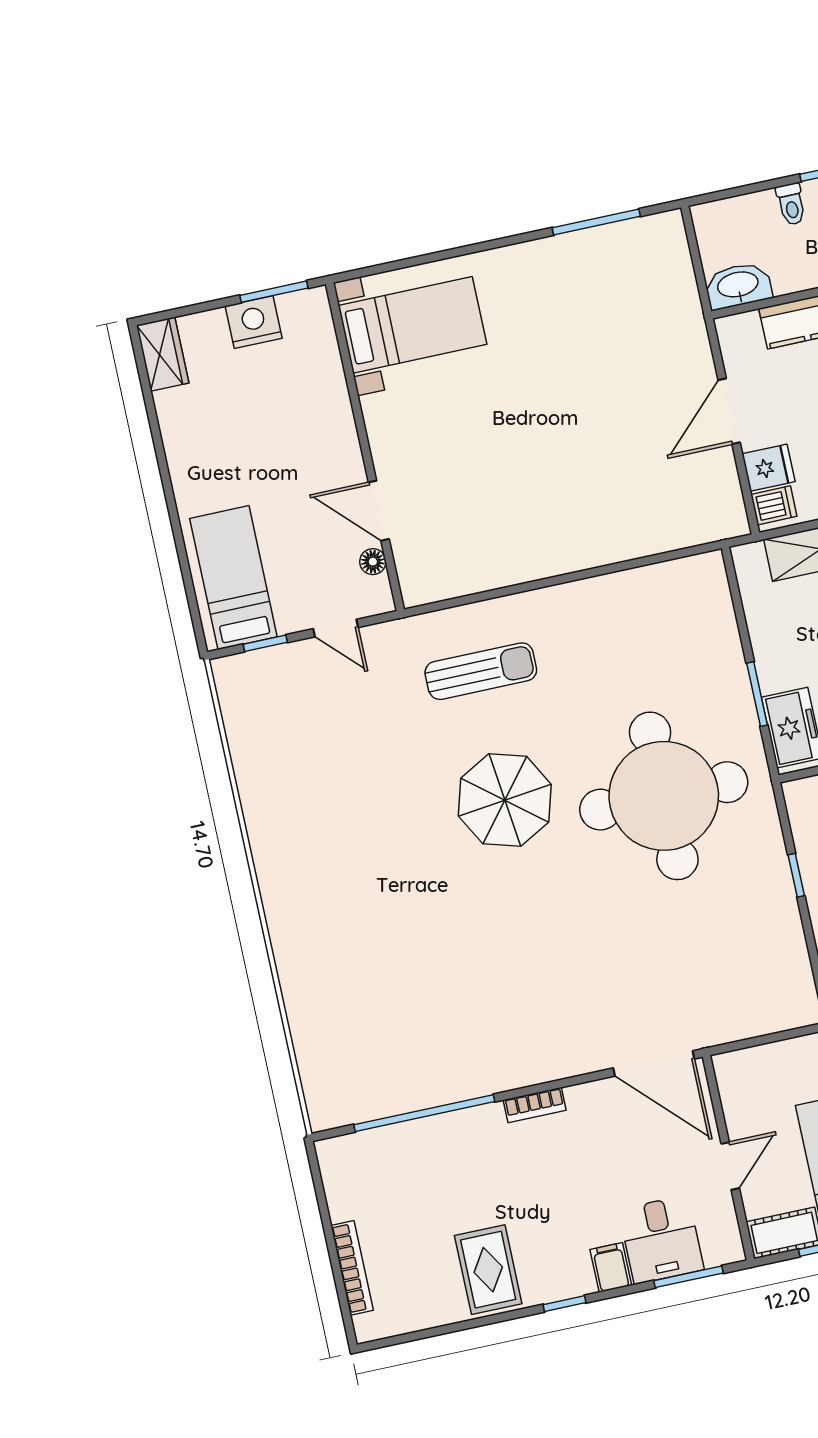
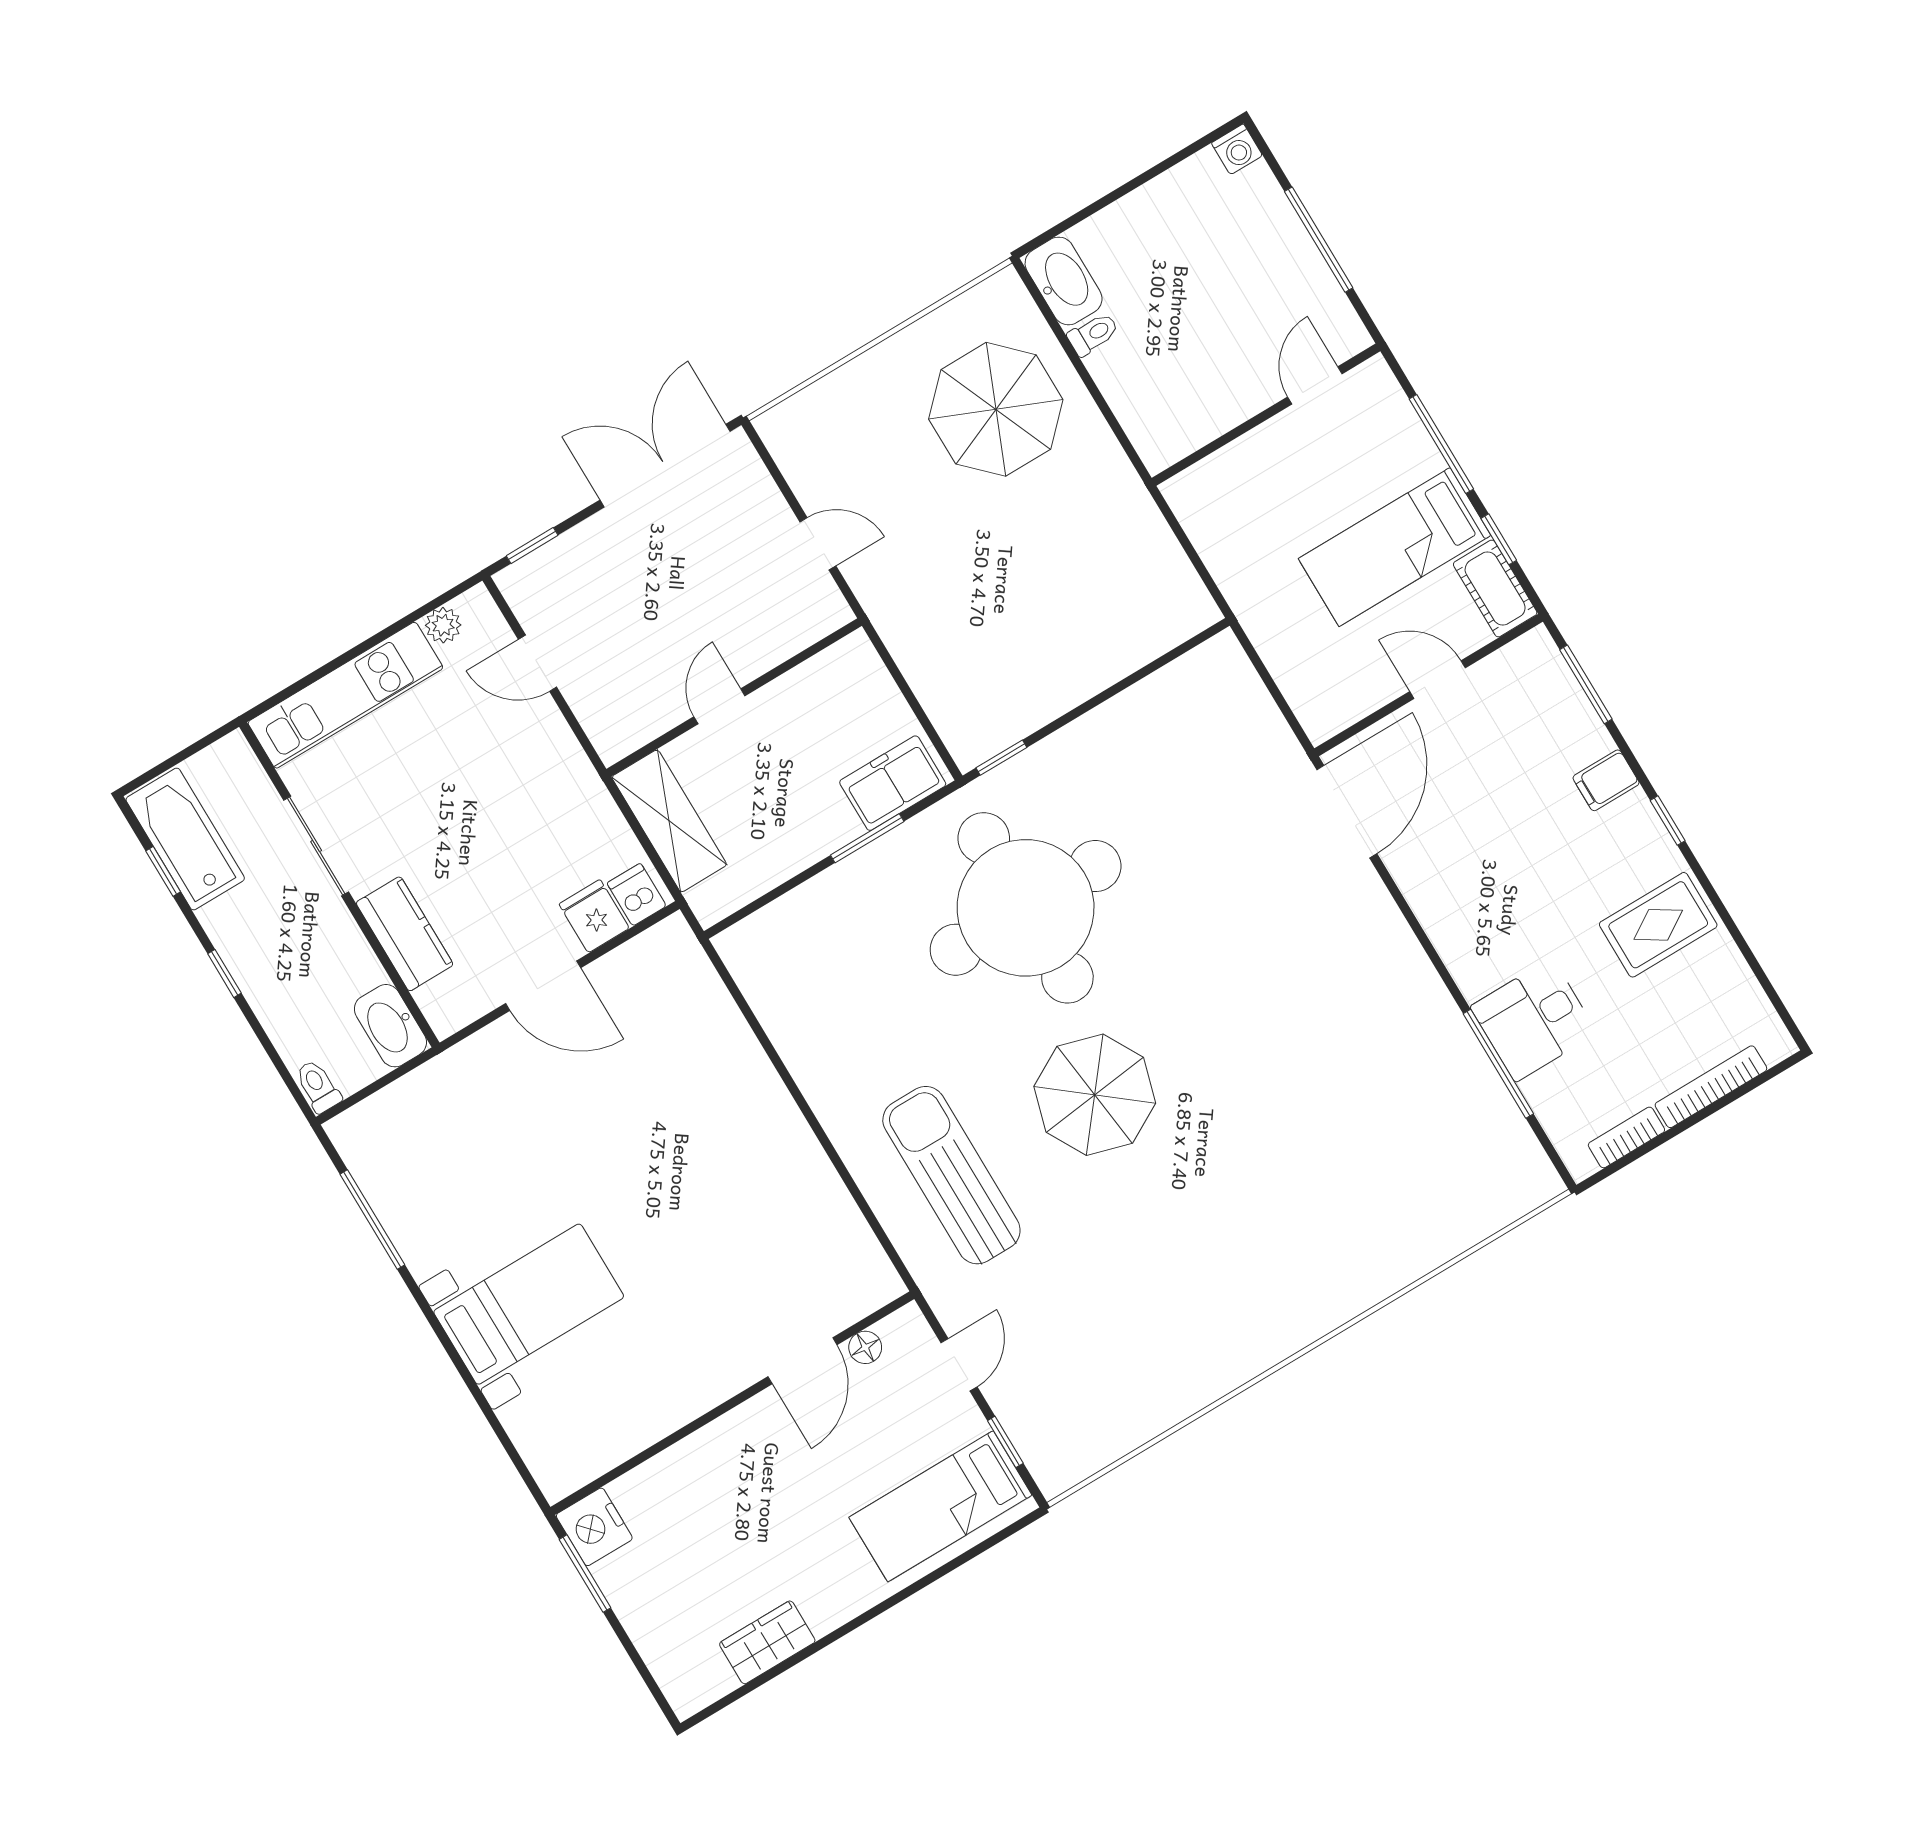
toilet: (791, 204) -> (318, 1086), moved, turned -90
nightstand: (254, 322) -> (594, 1527), moved
bed with nightstands: (412, 325) -> (529, 1304), moved, turned 90
wardrobe: (163, 354) -> (767, 1642), moved
sun lounger: (481, 671) -> (951, 1175), width x1.36, depth x1.34
window: (796, 875) -> (1001, 758), moved
bookcase: (535, 1105) -> (1626, 1137), moved, turned -90
window: (424, 1113) -> (1498, 1064), width x0.68
desk: (661, 1239) -> (1534, 1020), moved, turned 180

